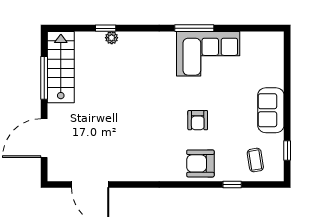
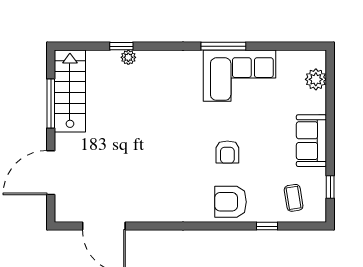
plant: (275, 57) -> (316, 79), added

